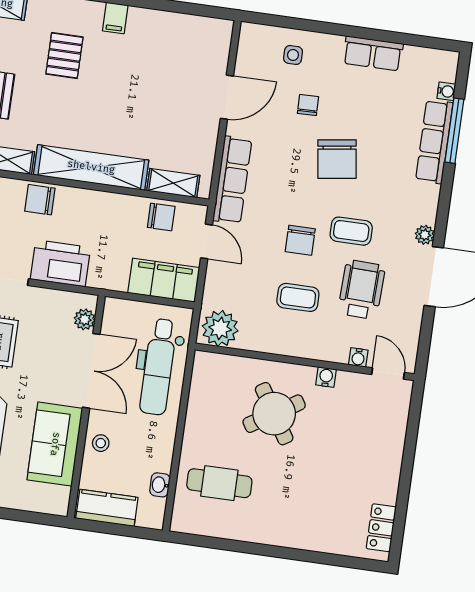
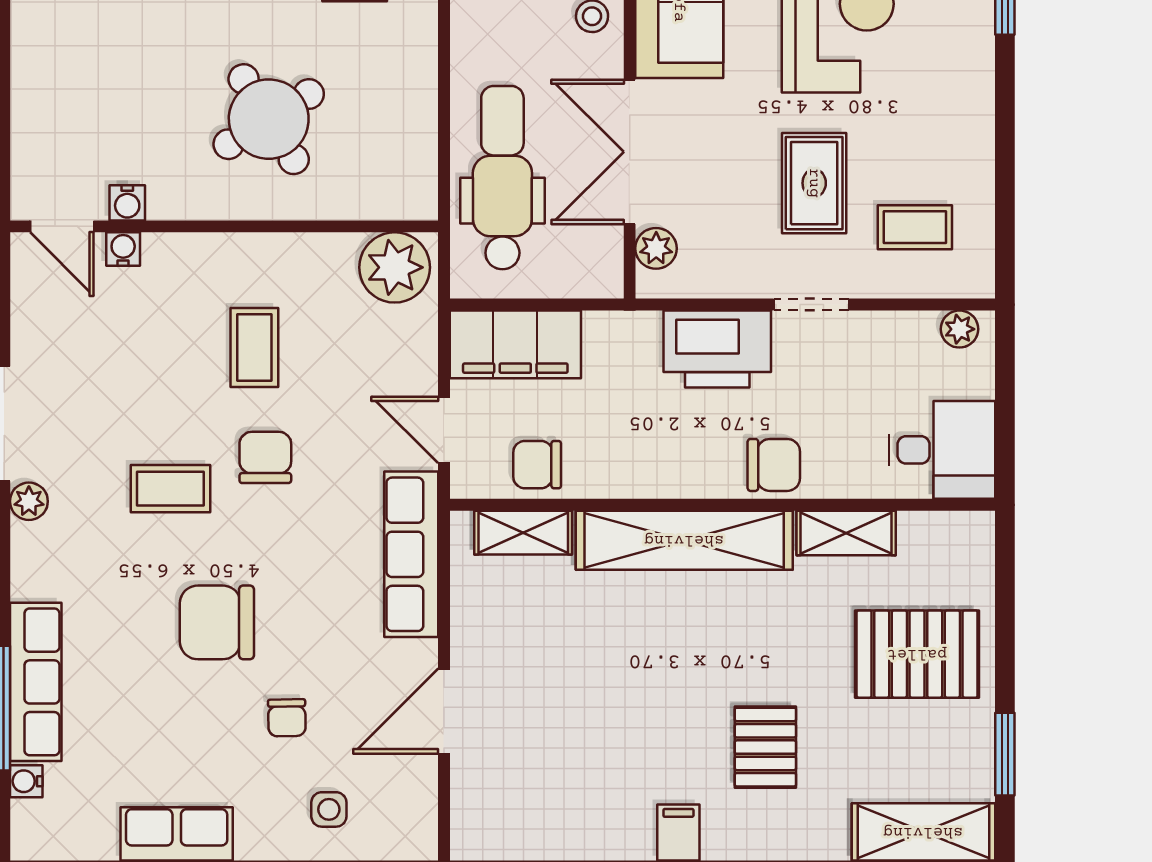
chair: (337, 159) -> (217, 622), turned -82
wheelchair: (361, 290) -> (135, 380), removed
coffee table: (298, 297) -> (254, 348), turned 90
water cooler: (326, 377) -> (127, 203), moved

